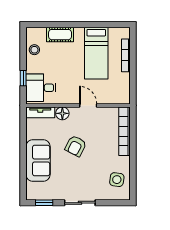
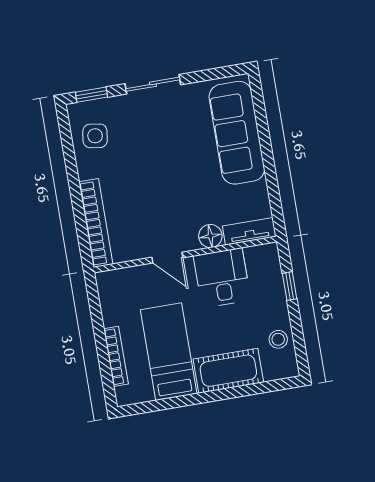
cot: (60, 35) -> (228, 371), width x1.37, depth x1.34
desk: (41, 88) -> (222, 278), moved, turned -90
armchair: (76, 146) -> (177, 183), removed
sofa: (38, 161) -> (237, 133), width x1.36
window: (44, 203) -> (92, 95), moved

